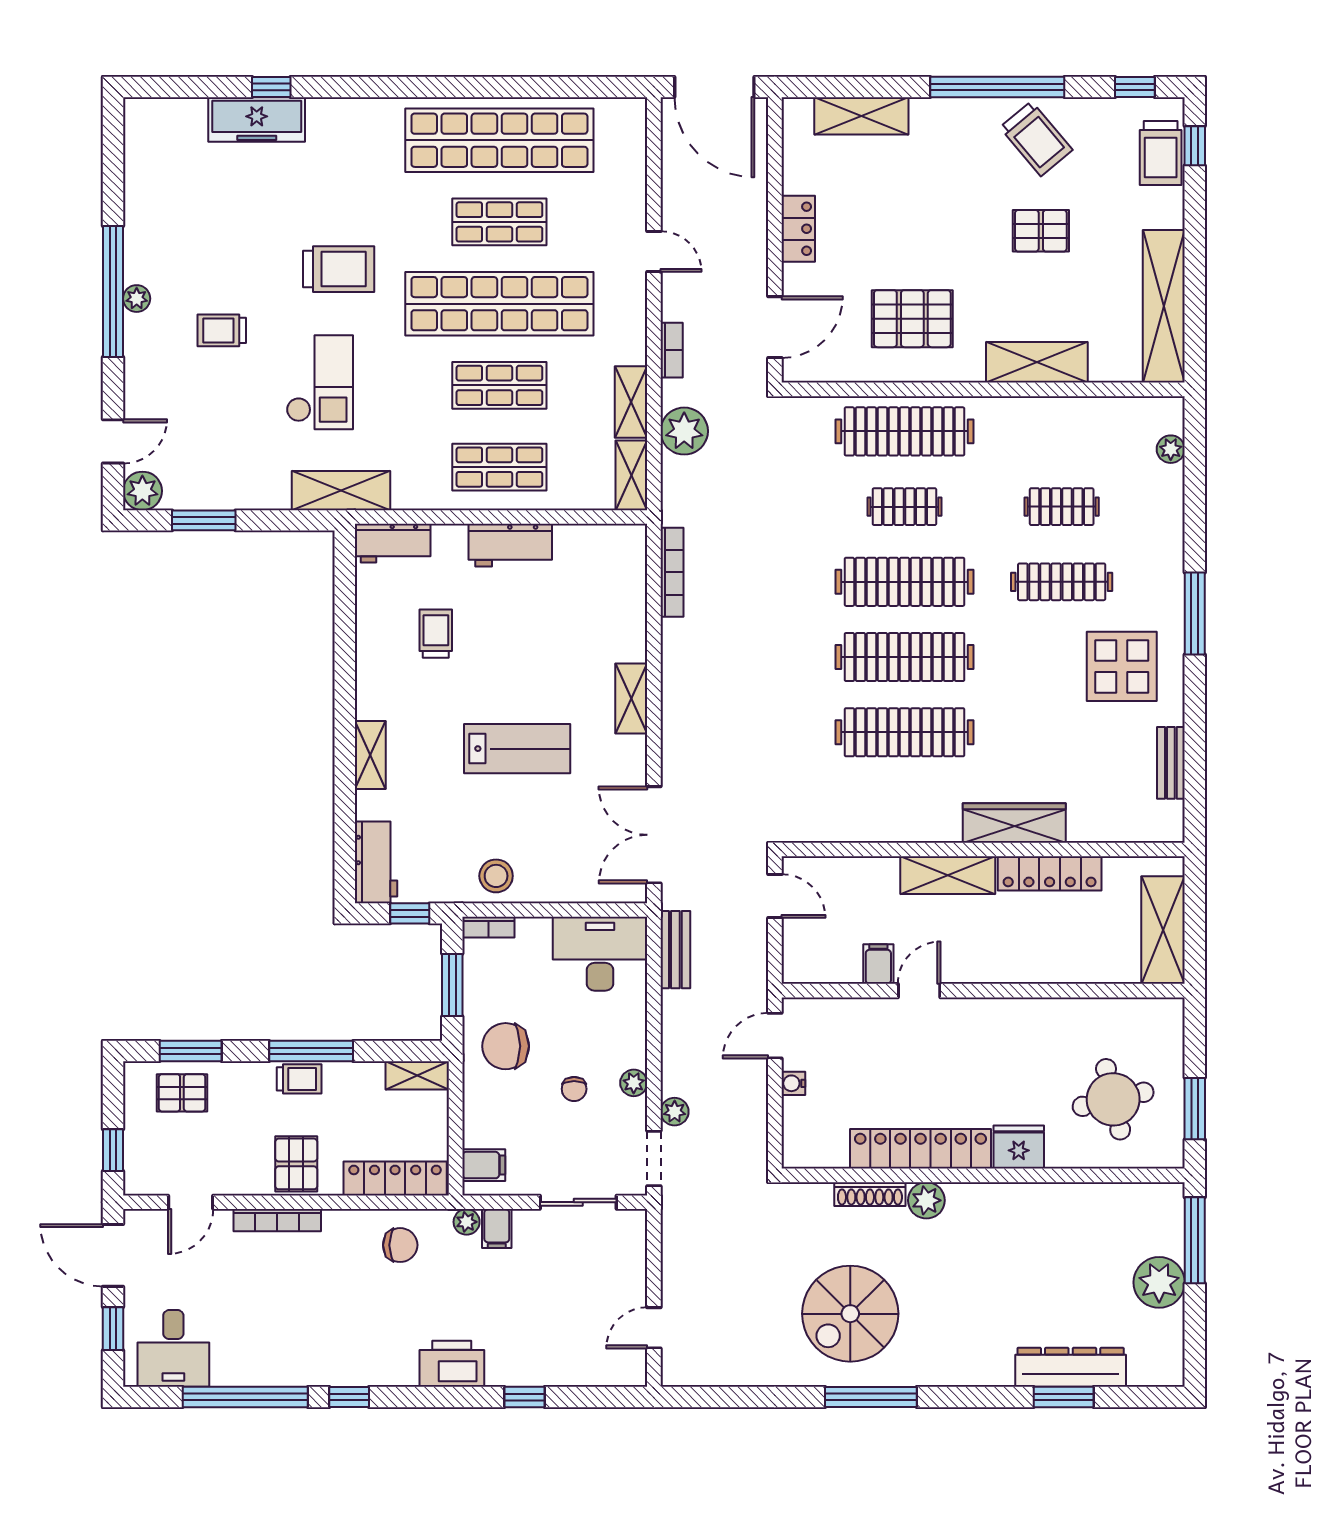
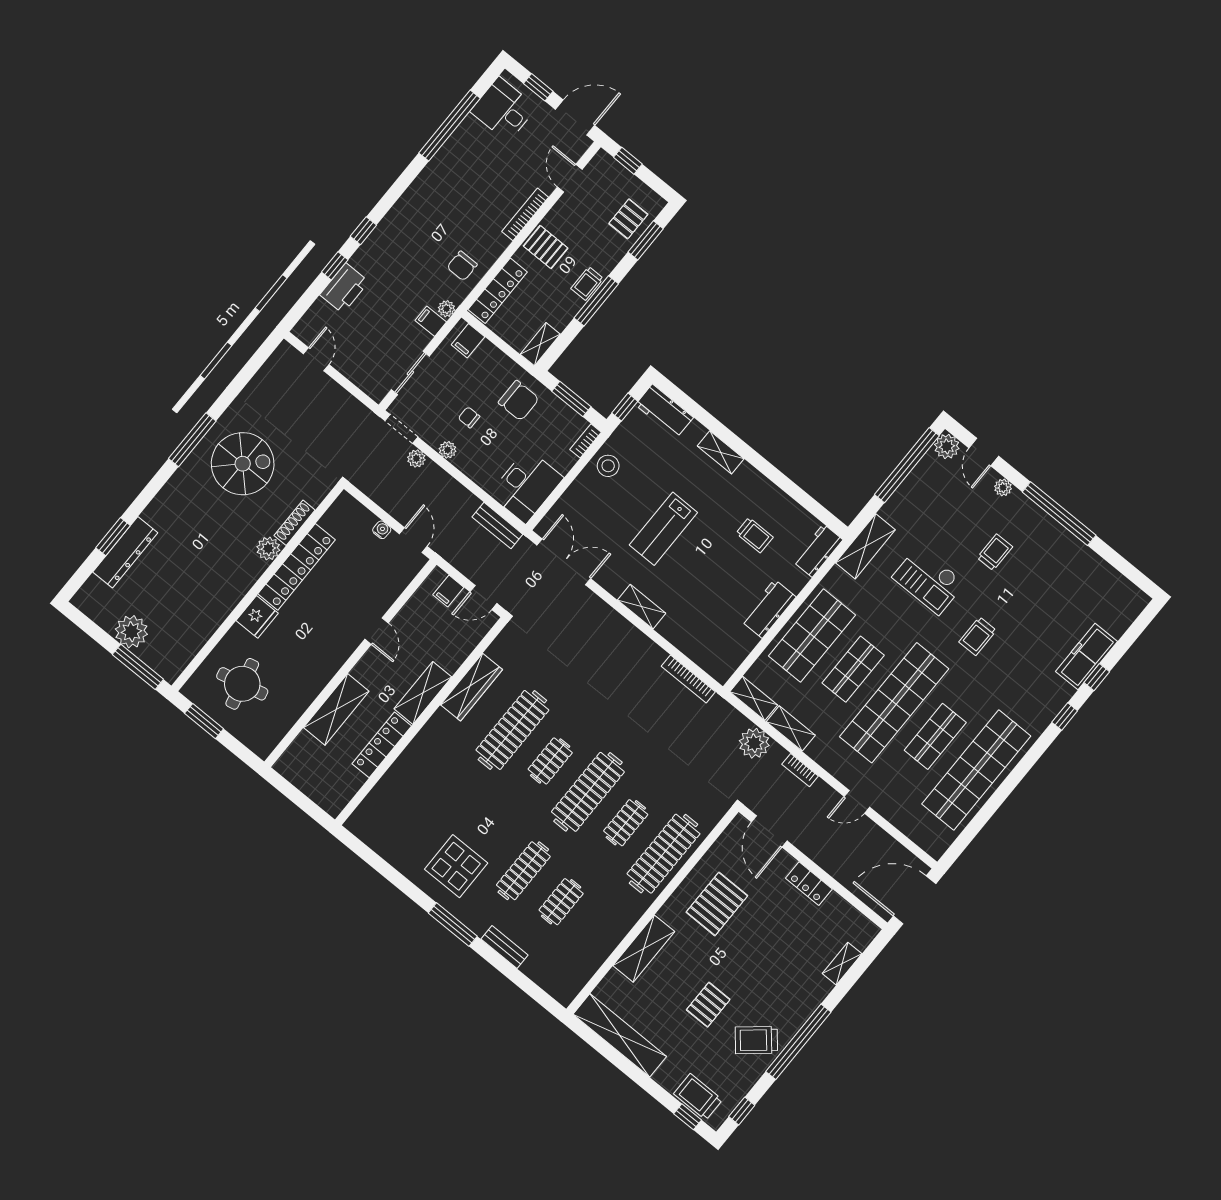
window: (349, 87) -> (1065, 716), added
shelving: (861, 116) -> (842, 964), width x0.67, depth x0.75
trolley: (339, 269) -> (978, 636), width x0.73, depth x0.72
plant: (137, 299) -> (1003, 488), moved
plant: (1171, 449) -> (545, 980), removed
shop shelf: (499, 467) -> (812, 636), width x1.43, depth x1.36
window: (204, 520) -> (907, 465), width x2.11
clothes rail: (904, 657) -> (550, 761), width x0.54, depth x0.76
bench: (1171, 763) -> (505, 947), moved
wardrobe: (1014, 823) -> (471, 687), moved
shelving: (1163, 930) -> (336, 709), moved, turned 90
filing cabinet: (878, 964) -> (448, 591), moved, turned 90
chair: (506, 1046) -> (519, 401), turned 90
spiral stairs: (850, 1314) -> (243, 464), turned 90
printer: (452, 1364) -> (344, 288), moved
window: (349, 1397) -> (363, 231), moved

